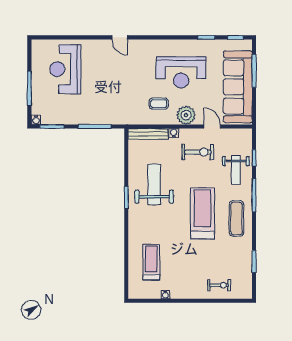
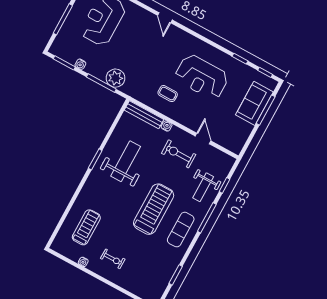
sofa: (238, 87) -> (254, 103), width x0.54, depth x0.79
plant: (186, 115) -> (116, 78), moved
water cooler: (36, 120) -> (80, 64), moved
exercise bike: (198, 152) -> (179, 154), turned 180
exercise bike: (219, 285) -> (113, 259), moved

